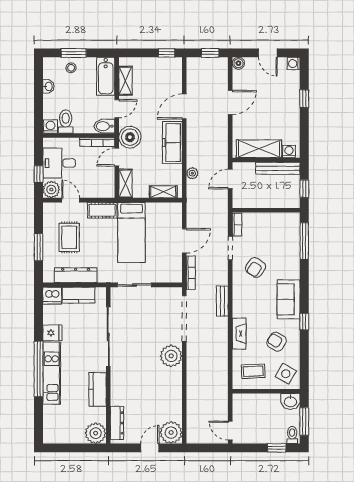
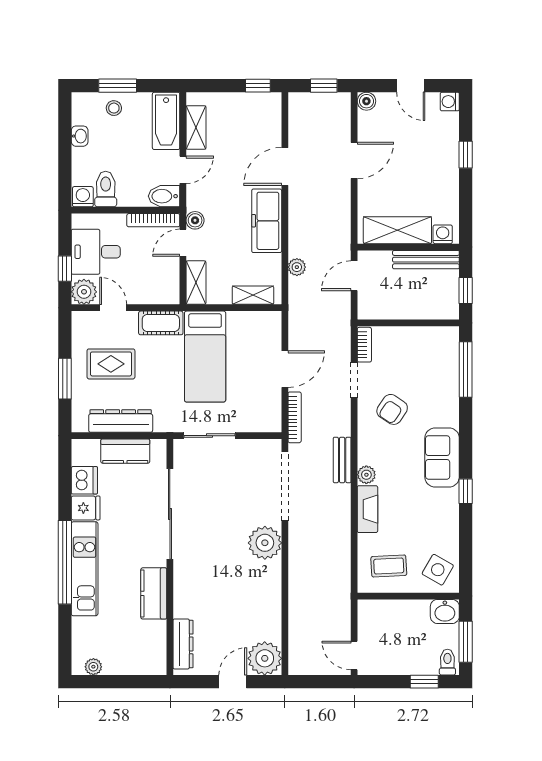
boiler: (130, 137) -> (195, 220), width x0.54, depth x0.54
rug: (69, 237) -> (111, 364), turned 90
dishwasher: (52, 296) -> (84, 480), moved, turned -90
plant: (238, 311) -> (366, 475), added
armchair: (277, 342) -> (424, 521), removed
plant: (96, 433) -> (93, 667), moved, width x0.53, depth x0.53

